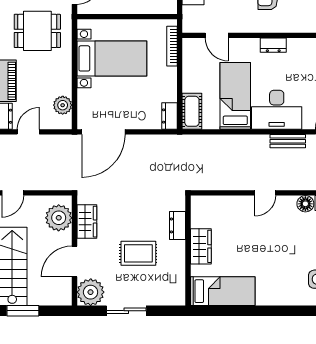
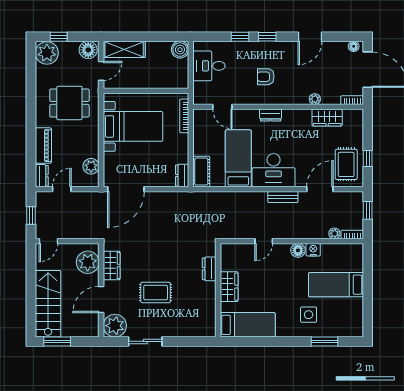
dresser: (178, 225) -> (209, 269), moved
wardrobe: (201, 246) -> (229, 287), moved
wall: (188, 251) -> (218, 290), moved
bed: (223, 291) -> (248, 325), moved

